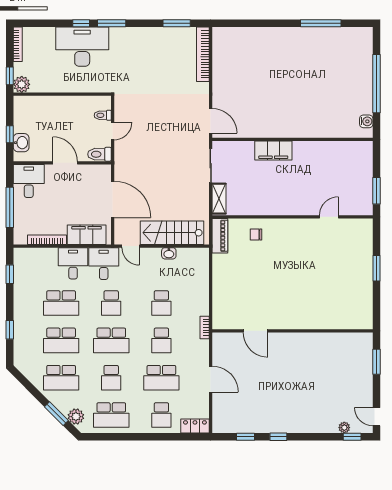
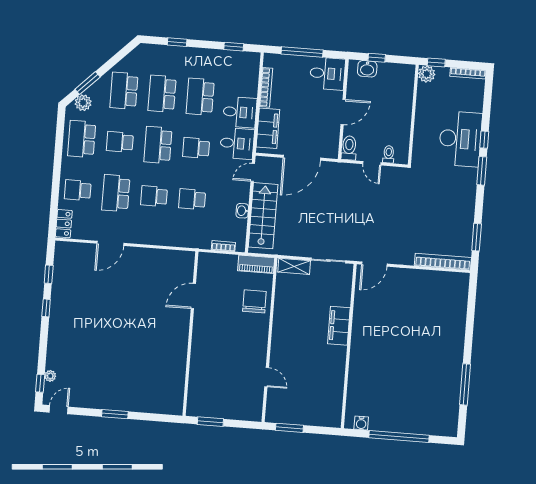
chair: (256, 235) -> (254, 301), width x1.87, depth x1.87
bookcase: (205, 327) -> (223, 246), moved
door: (256, 331) -> (193, 296), moved
wall: (292, 331) -> (190, 334), moved

